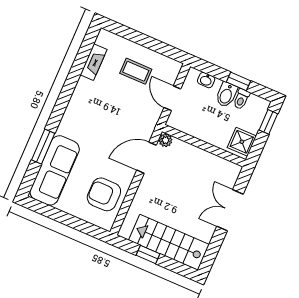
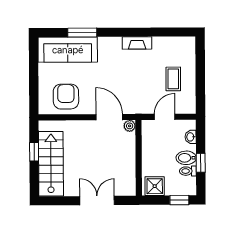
fireplace: (94, 62) -> (137, 43), moved

